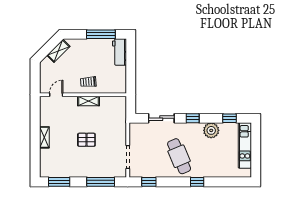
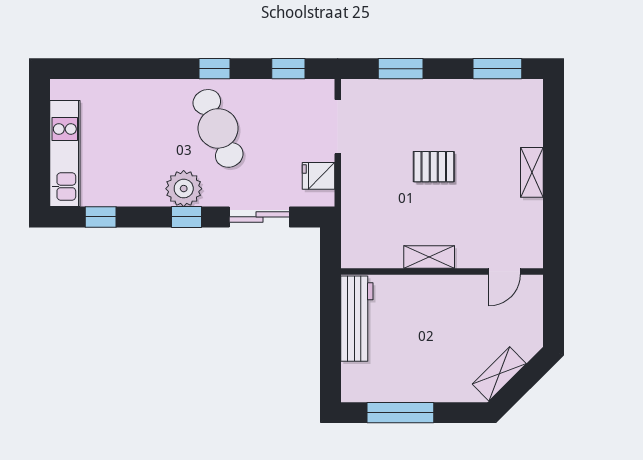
workbench: (120, 52) -> (357, 319), moved, width x1.38
trolley: (88, 82) -> (430, 302), removed
plant: (211, 130) -> (184, 189), moved
fridge: (136, 136) -> (318, 176), added
window: (101, 182) -> (401, 69), width x0.69
window: (197, 182) -> (215, 69), moved

